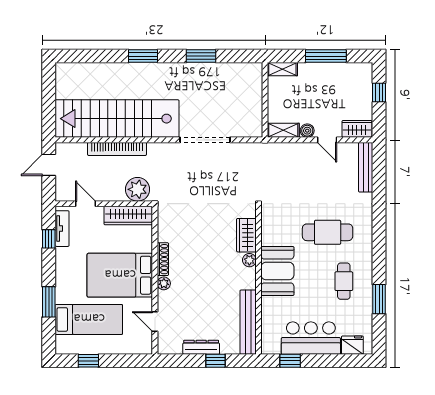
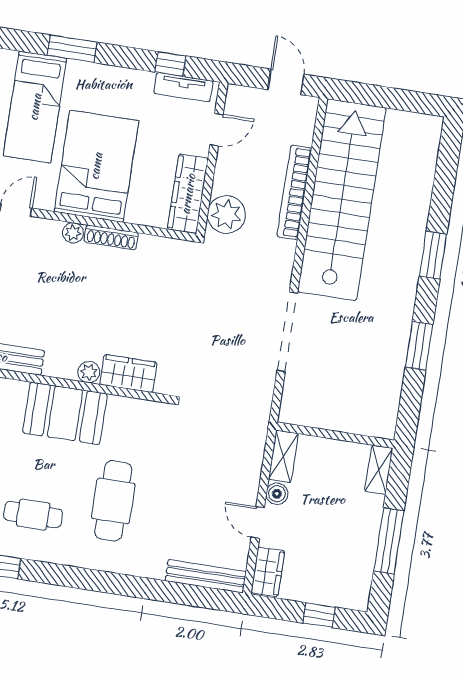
door: (327, 140) -> (258, 523), hinge flipped

